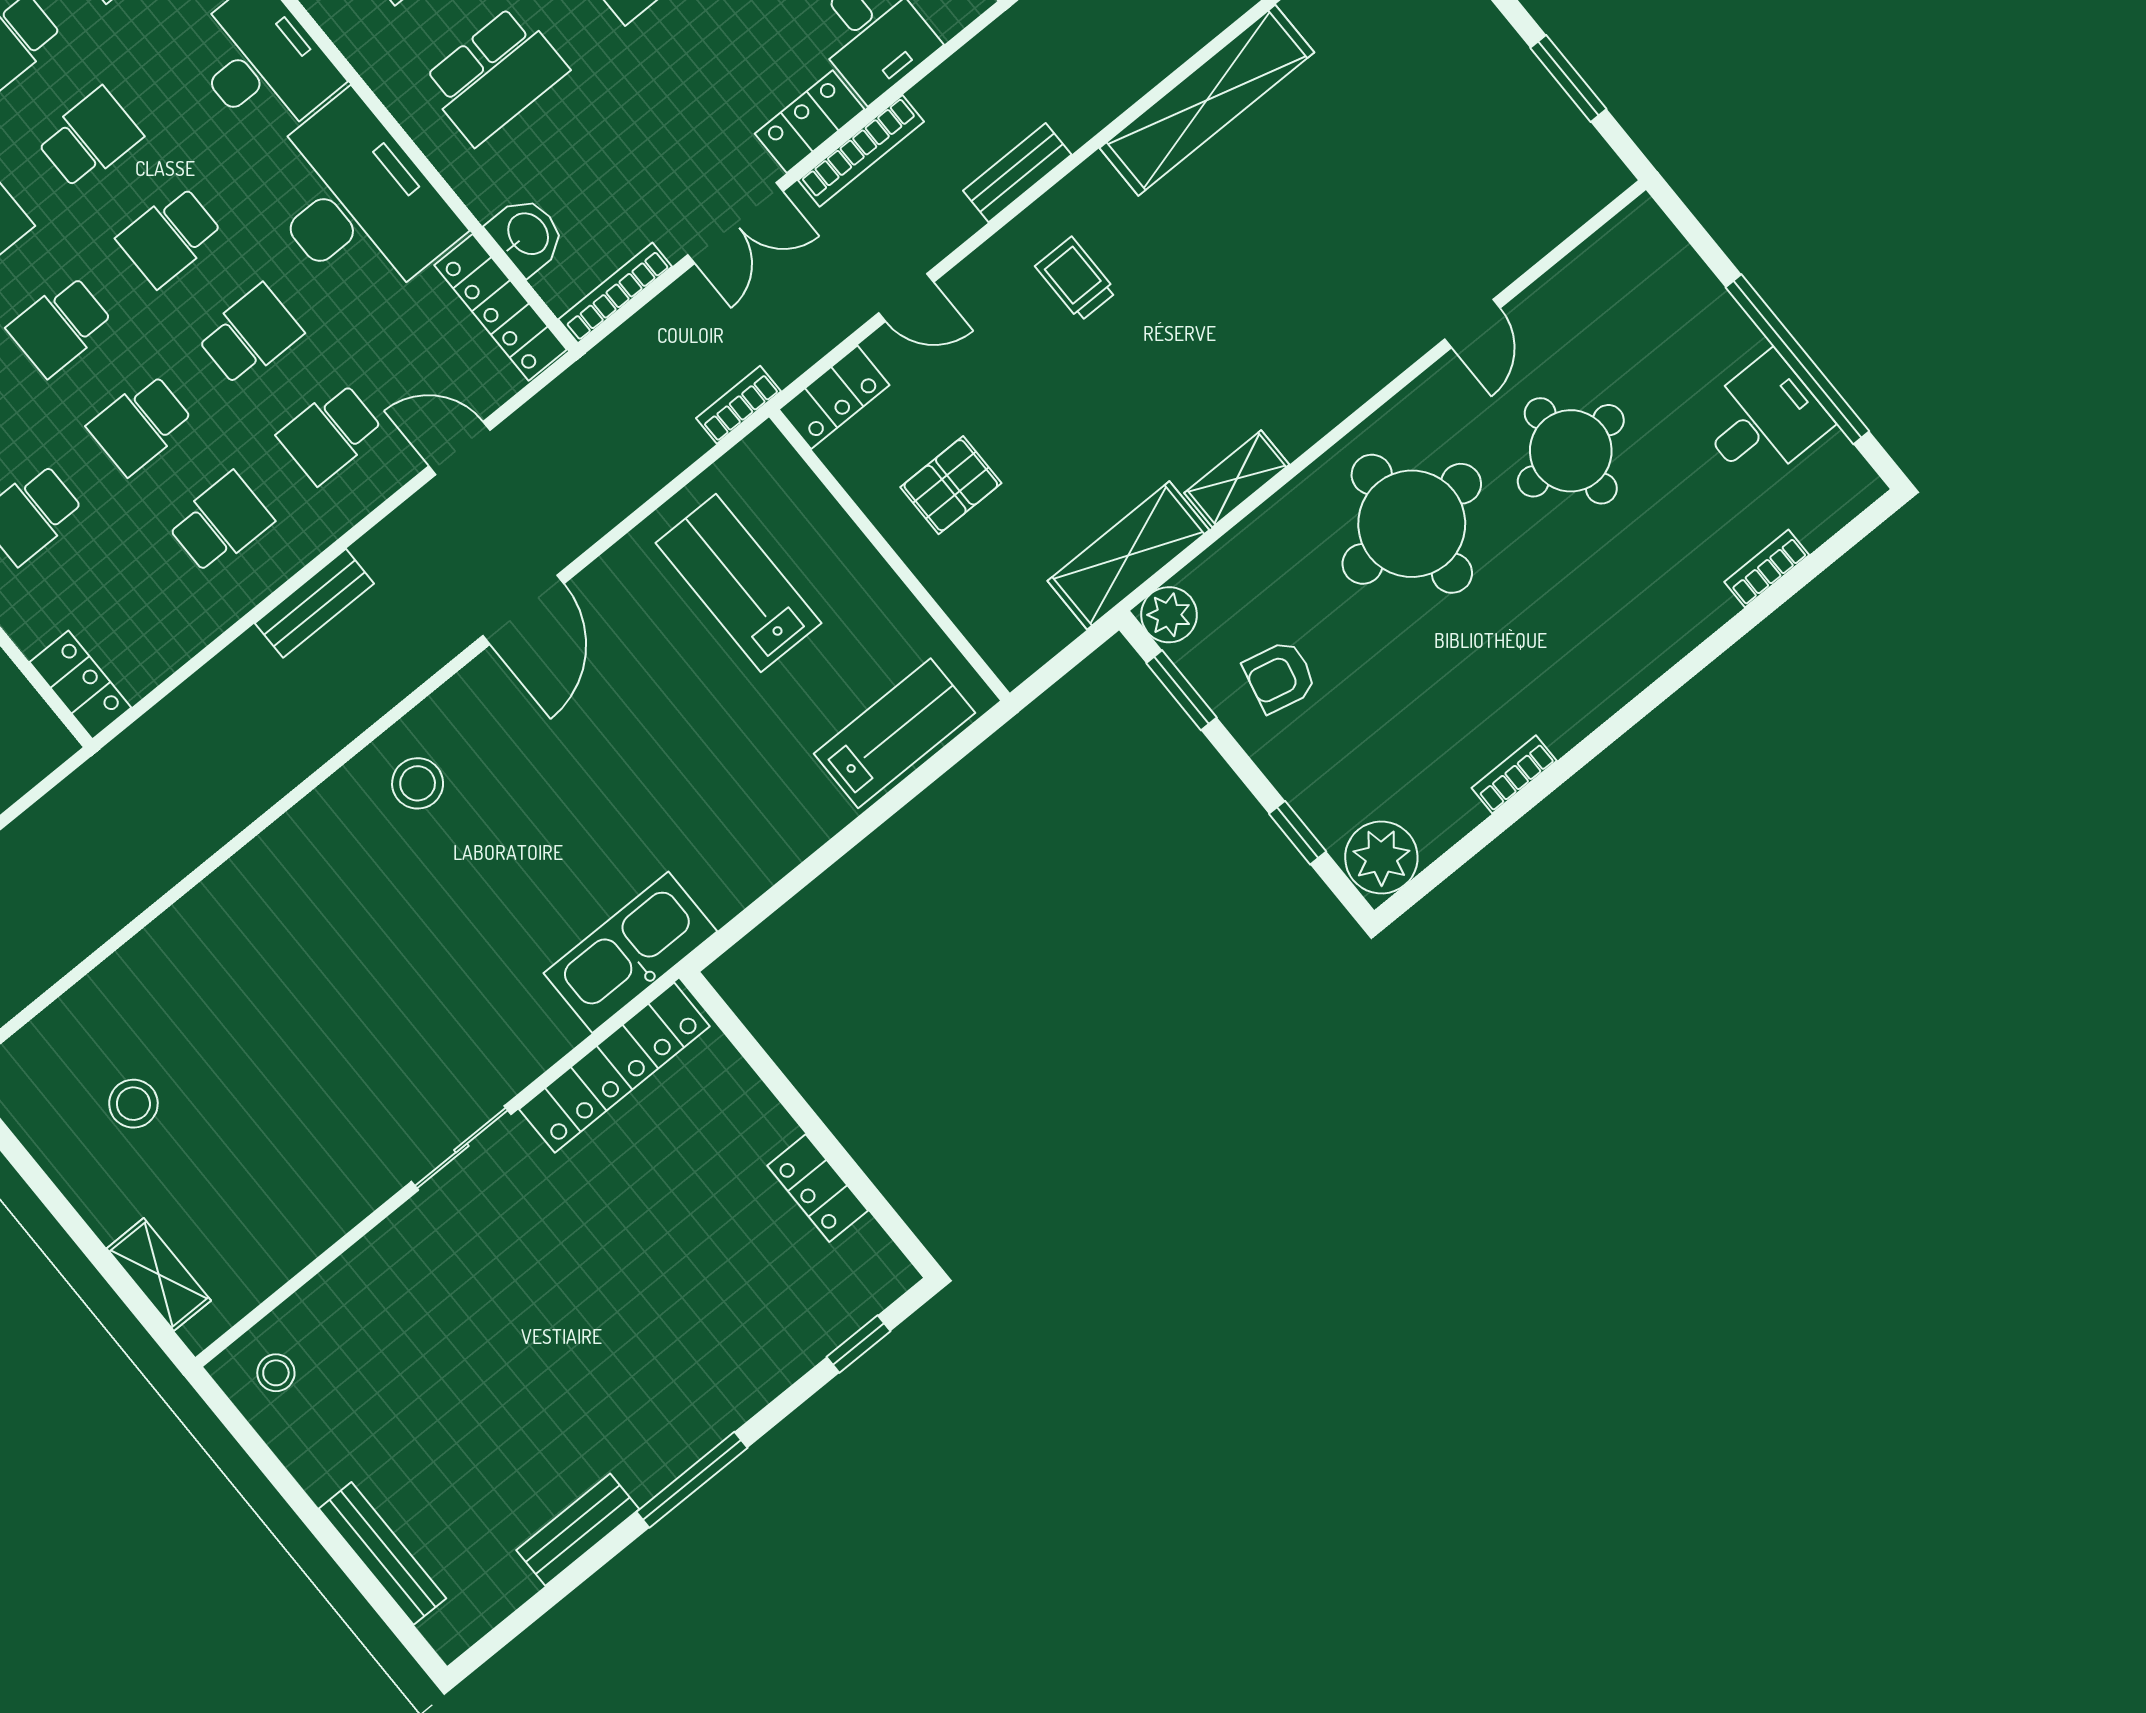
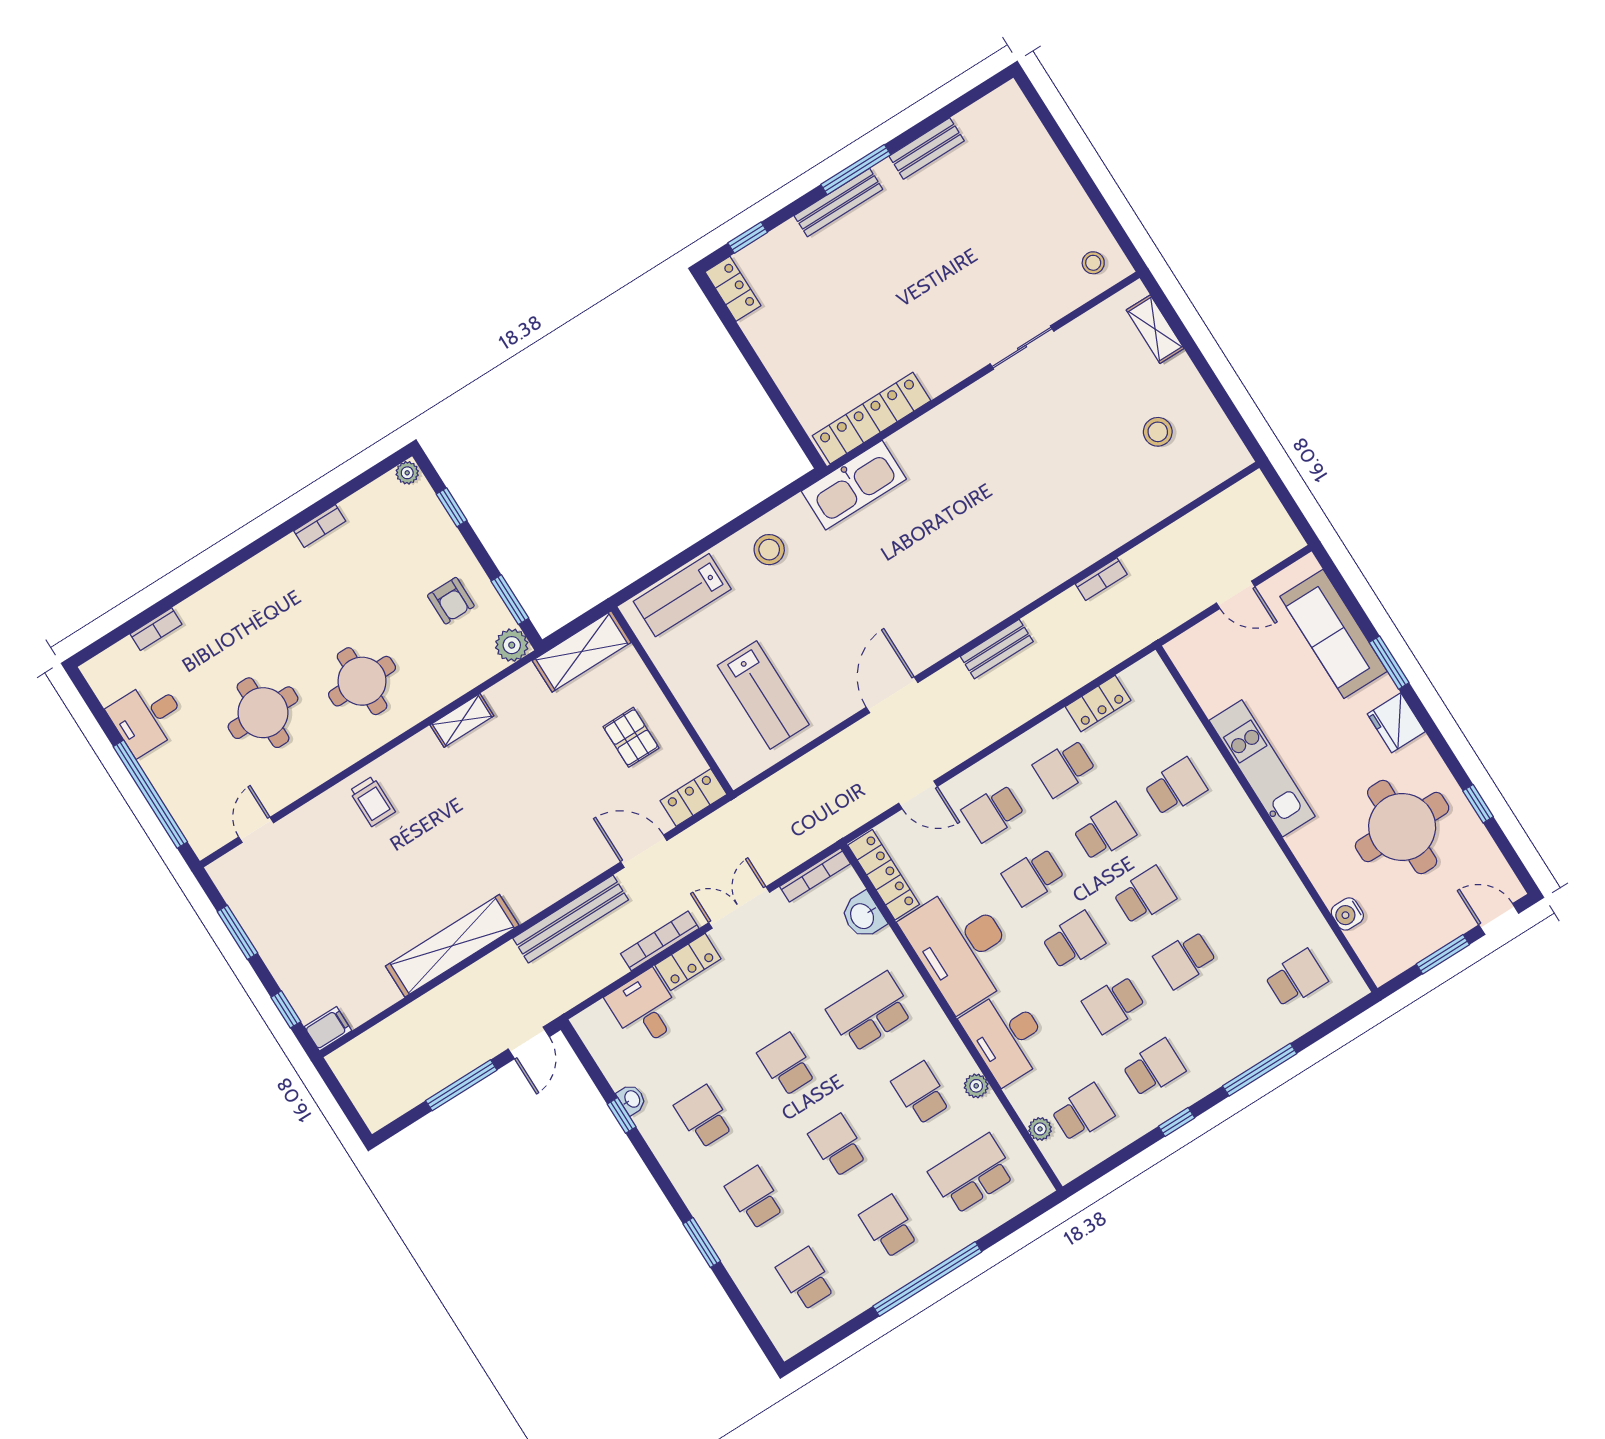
bench: (1017, 173) -> (571, 919), width x1.86, depth x1.21
trolley: (1076, 279) -> (372, 801), moved
door: (906, 298) -> (644, 851), width x1.38
door: (1472, 324) -> (256, 830), moved
window: (1797, 359) -> (150, 794), moved
bookcase: (738, 405) -> (1101, 579), moved
school desk: (330, 433) -> (993, 813), turned 180
pallet: (951, 485) -> (631, 737), turned 90
round table: (1412, 524) -> (362, 681), width x0.73, depth x0.73
shelving: (1128, 555) -> (582, 651), moved
bench: (314, 603) -> (997, 649), moved
armchair: (1280, 676) -> (451, 601), turned 77
locker: (80, 685) -> (1098, 703), moved, turned -90
stool: (418, 783) -> (769, 550), moved
plant: (1381, 857) -> (407, 473), width x0.53, depth x0.53
sliding door: (461, 1148) -> (1022, 348), moved
locker: (818, 1188) -> (733, 289), moved
bench: (383, 1553) -> (838, 202), moved, turned 90

